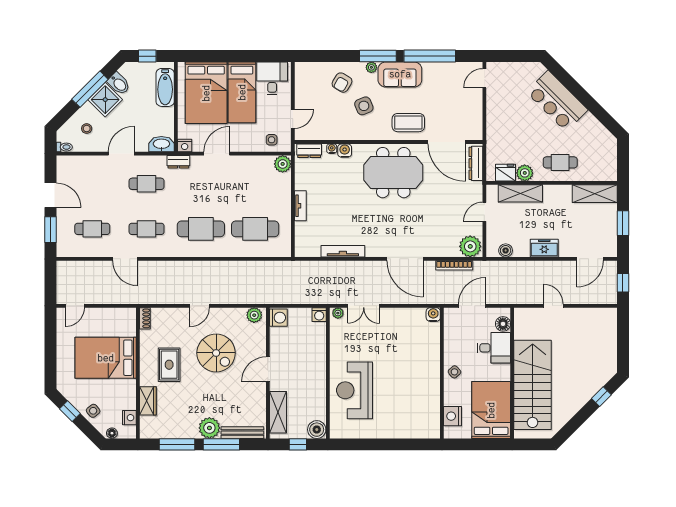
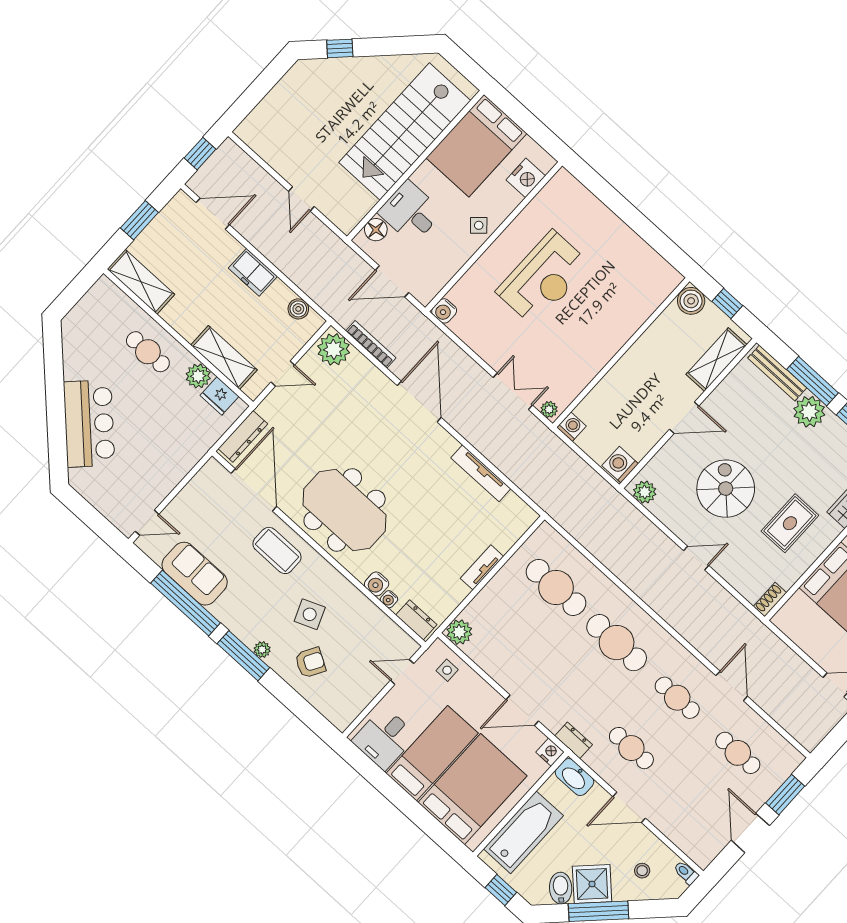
sofa: (400, 74) -> (195, 574), moved
bathtub: (165, 87) -> (523, 832), width x1.36, depth x1.36
reception desk: (355, 390) -> (543, 278), moved

